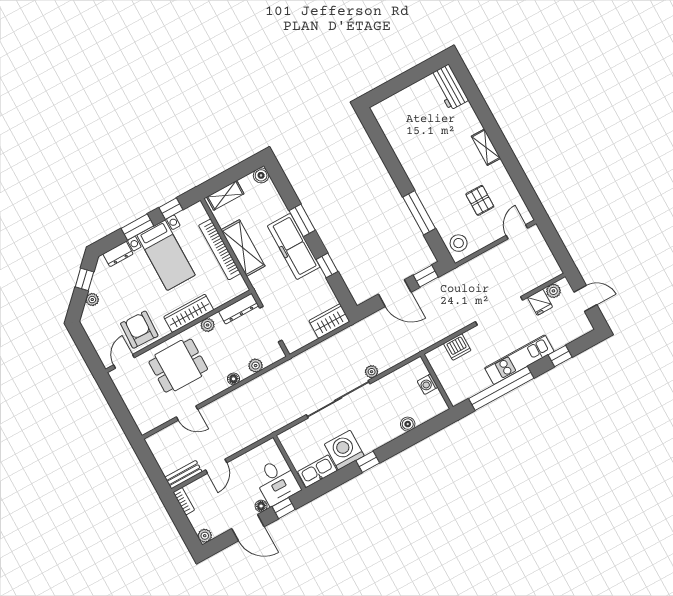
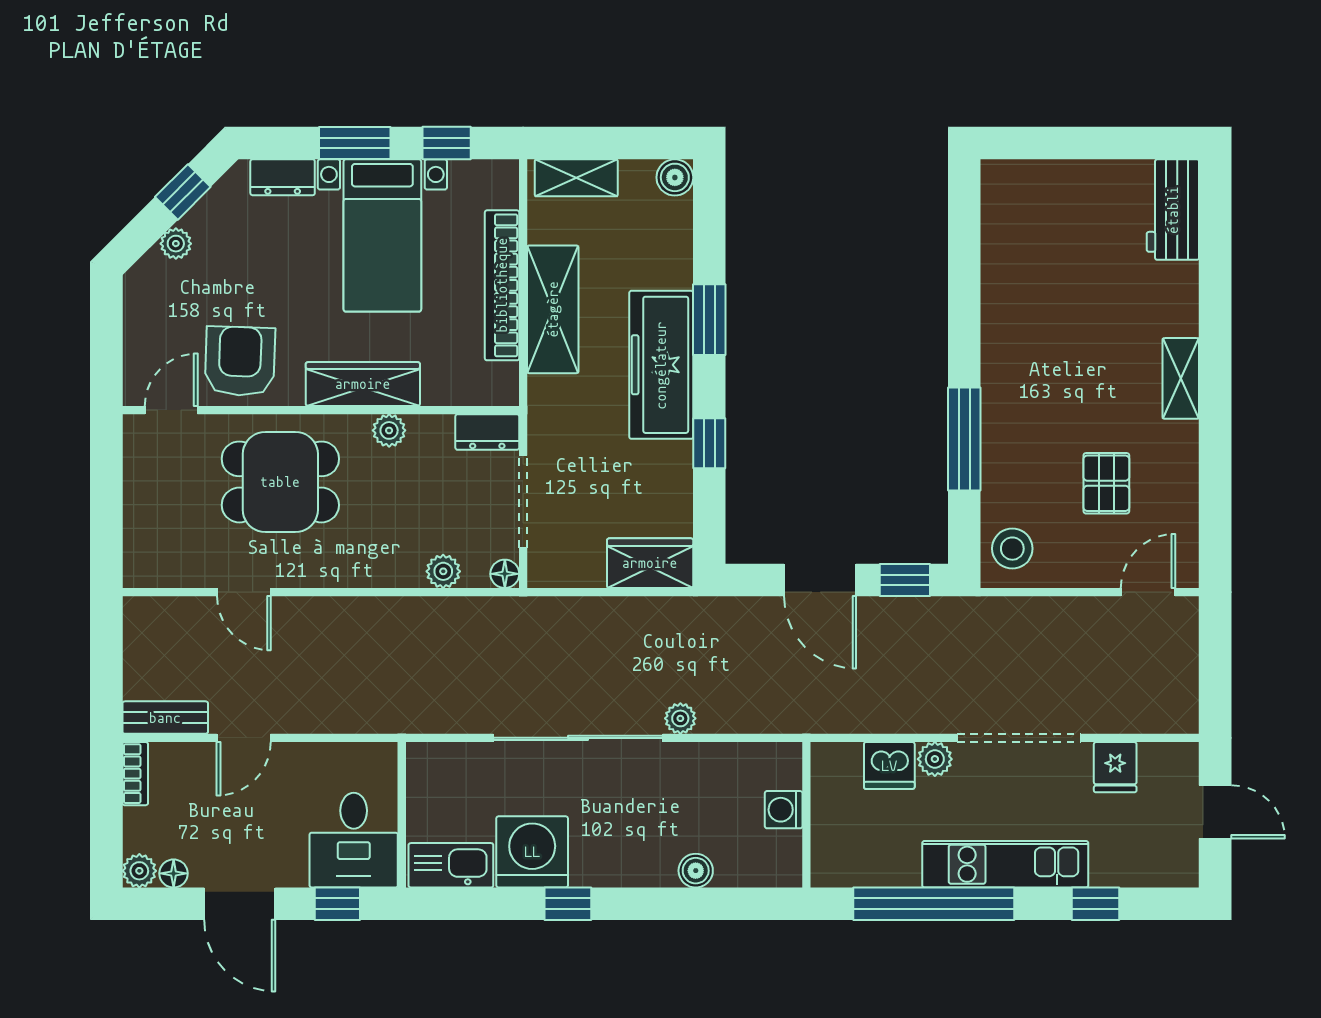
plant: (553, 291) -> (935, 759), moved
dresser: (239, 309) -> (487, 432), width x0.70
floor lamp: (233, 379) -> (505, 574), moved
floor lamp: (261, 506) -> (174, 873), moved

